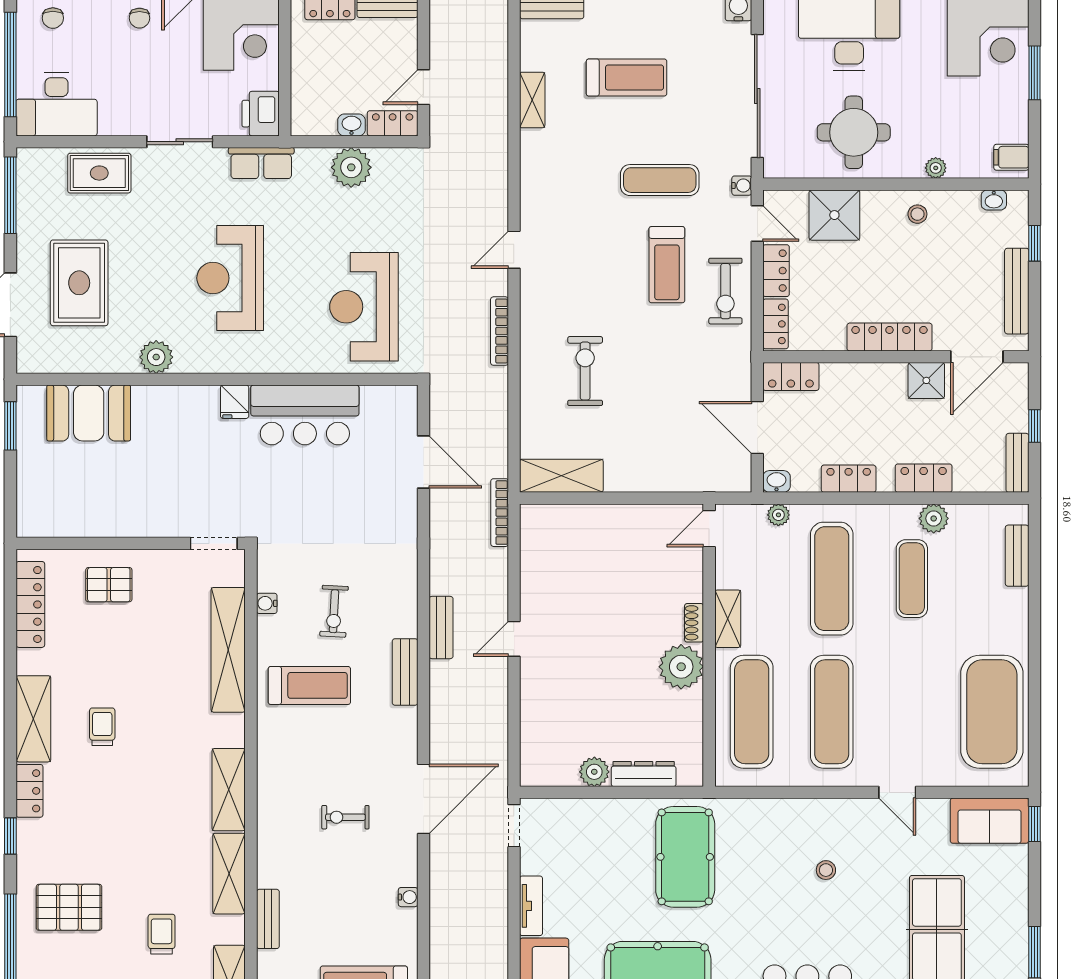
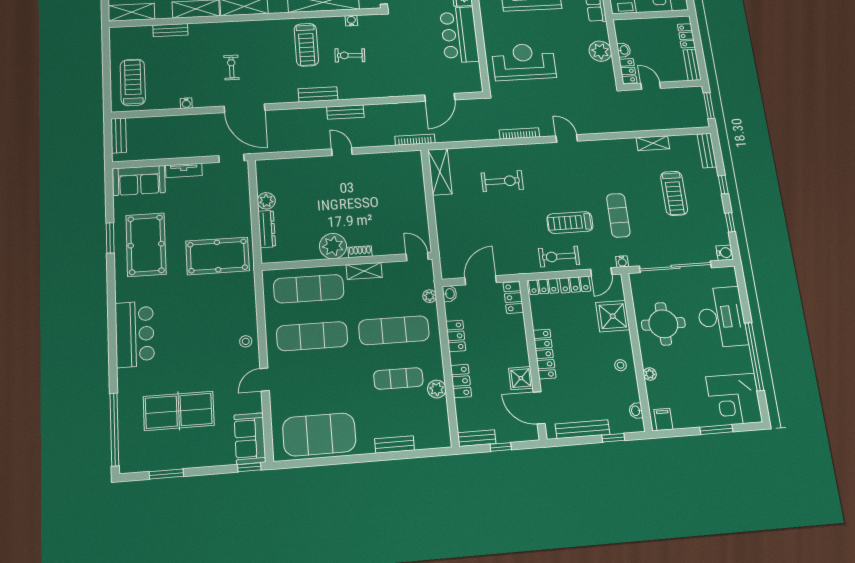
bench: (1017, 556) -> (395, 444), moved
stool: (826, 870) -> (246, 341), moved

